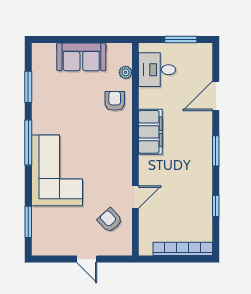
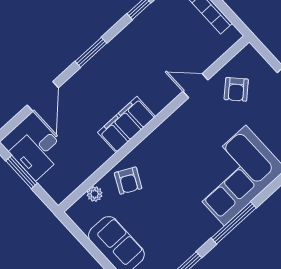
desk: (157, 70) -> (38, 152), moved, turned 90
door: (216, 96) -> (43, 96), hinge flipped
armchair: (115, 101) -> (128, 181), turned -63

